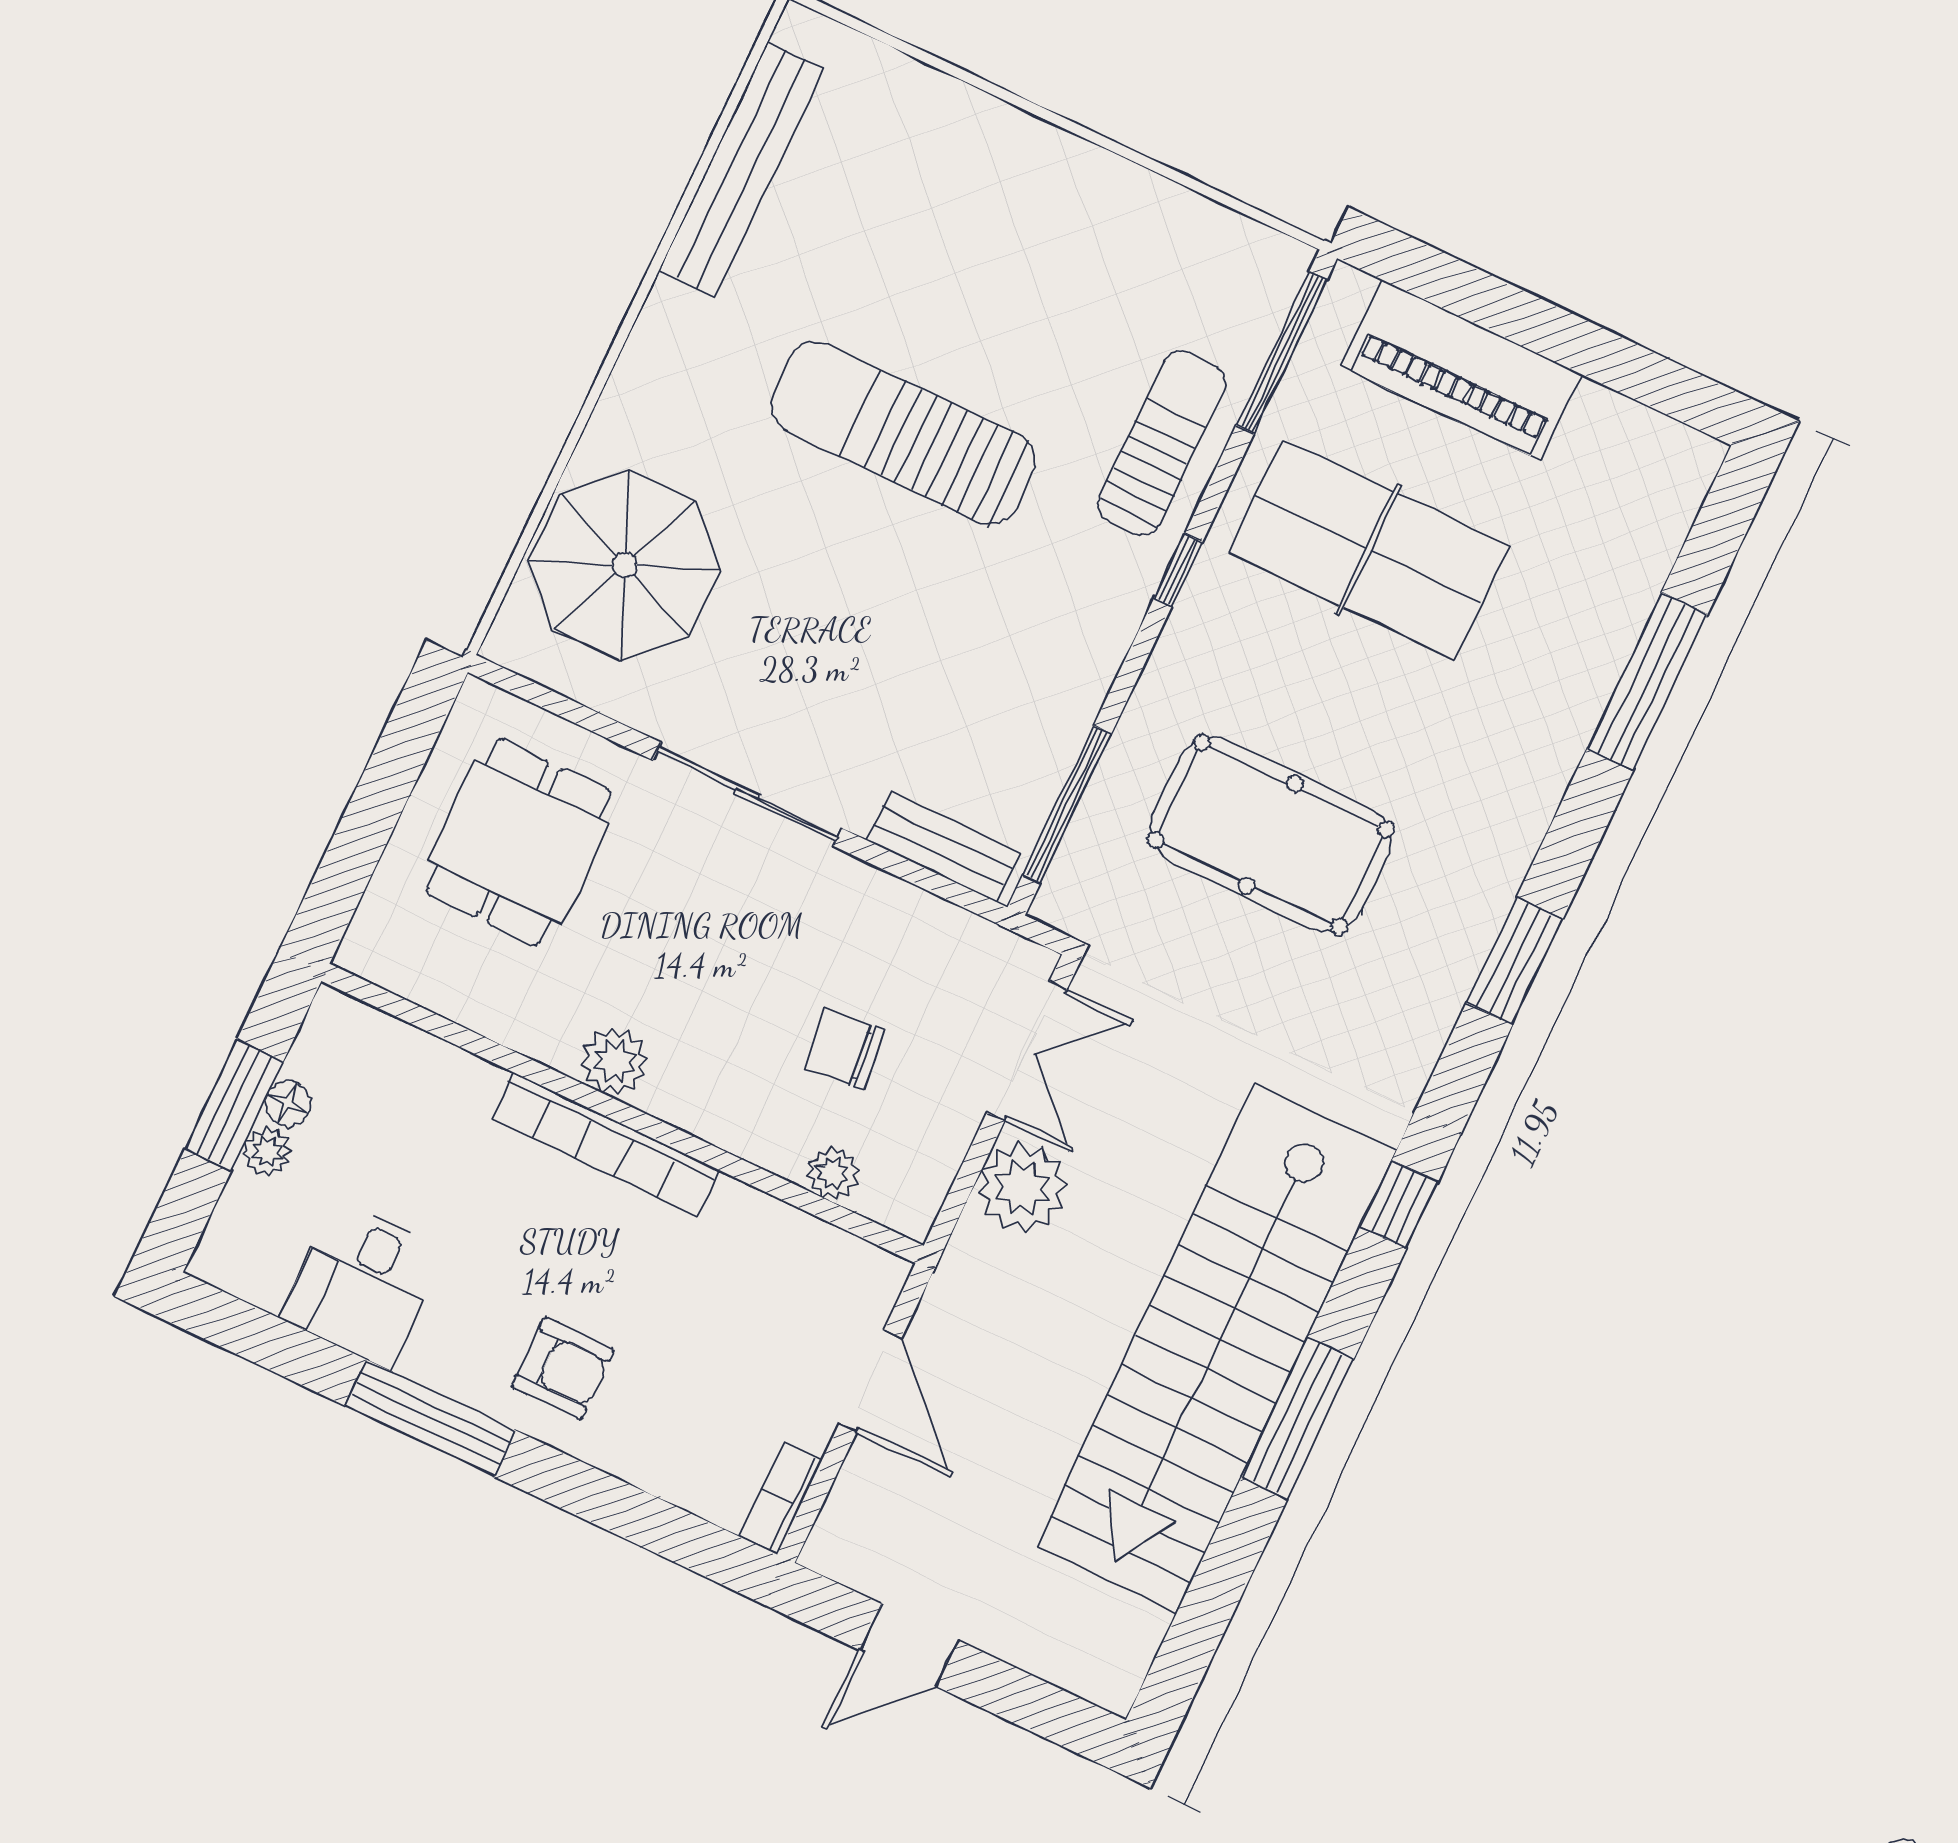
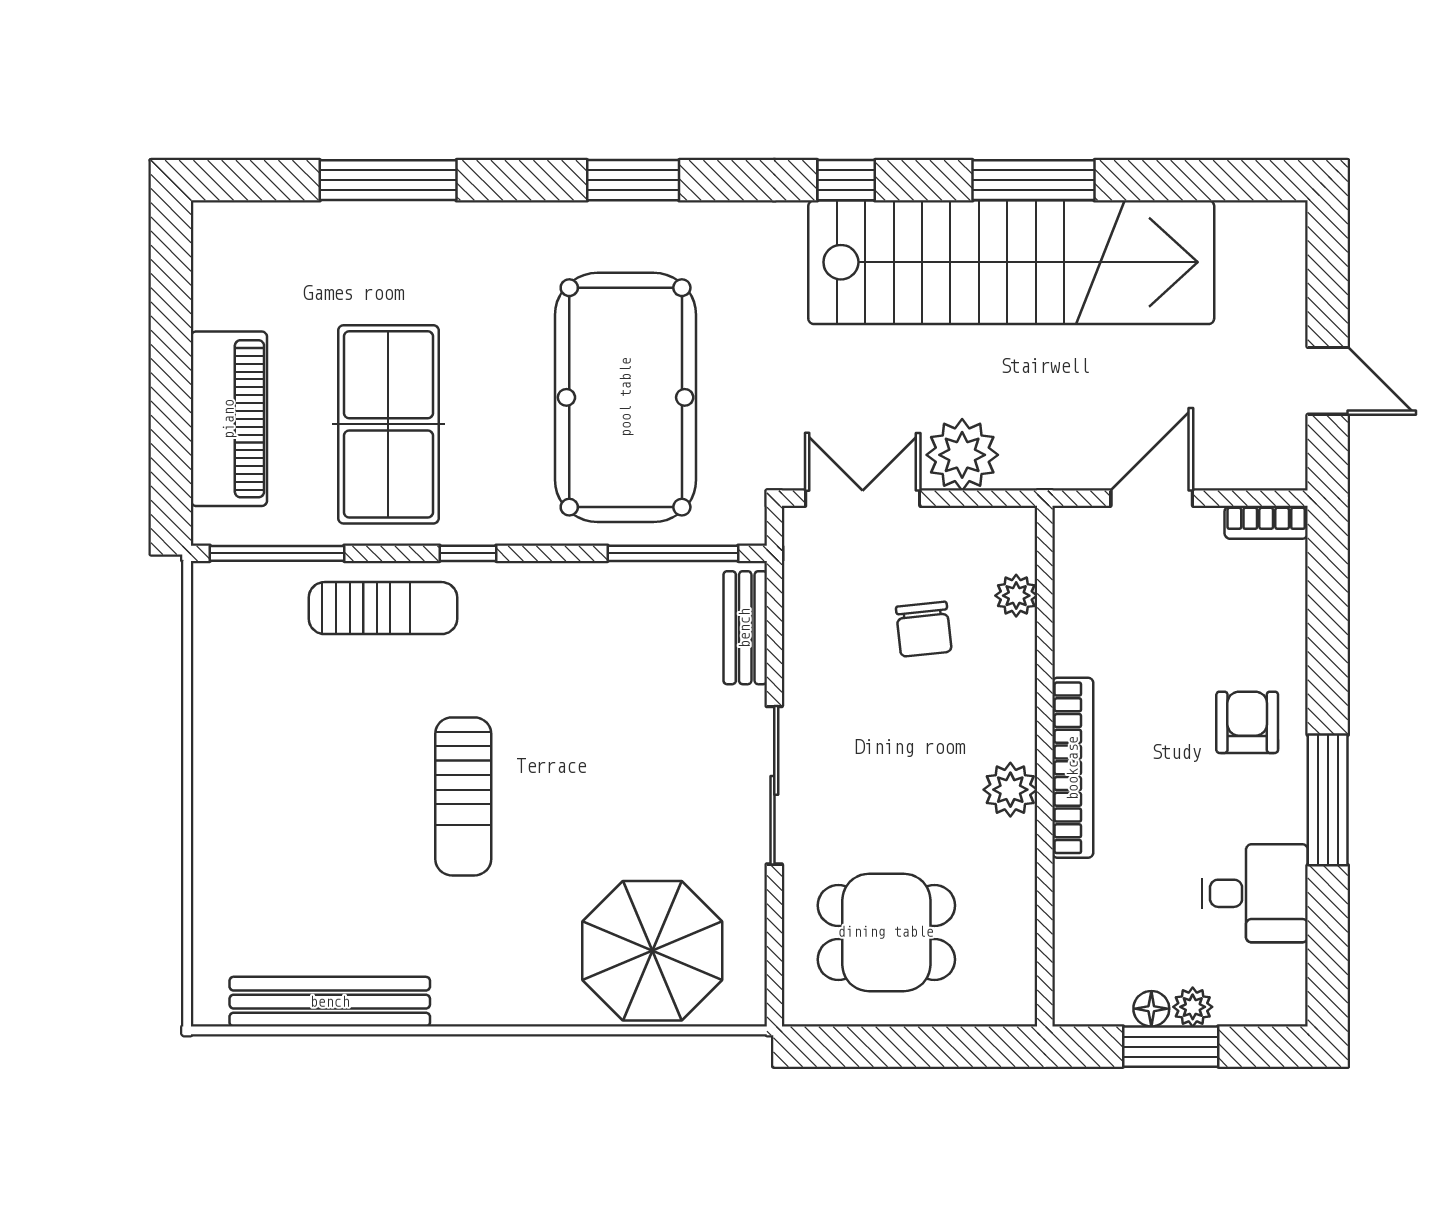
sun lounger: (903, 433) -> (463, 796), width x0.73, depth x0.75
sun lounger: (1162, 444) -> (383, 608), turned 180
pool table: (1271, 835) -> (626, 397), width x1.36, depth x1.32

